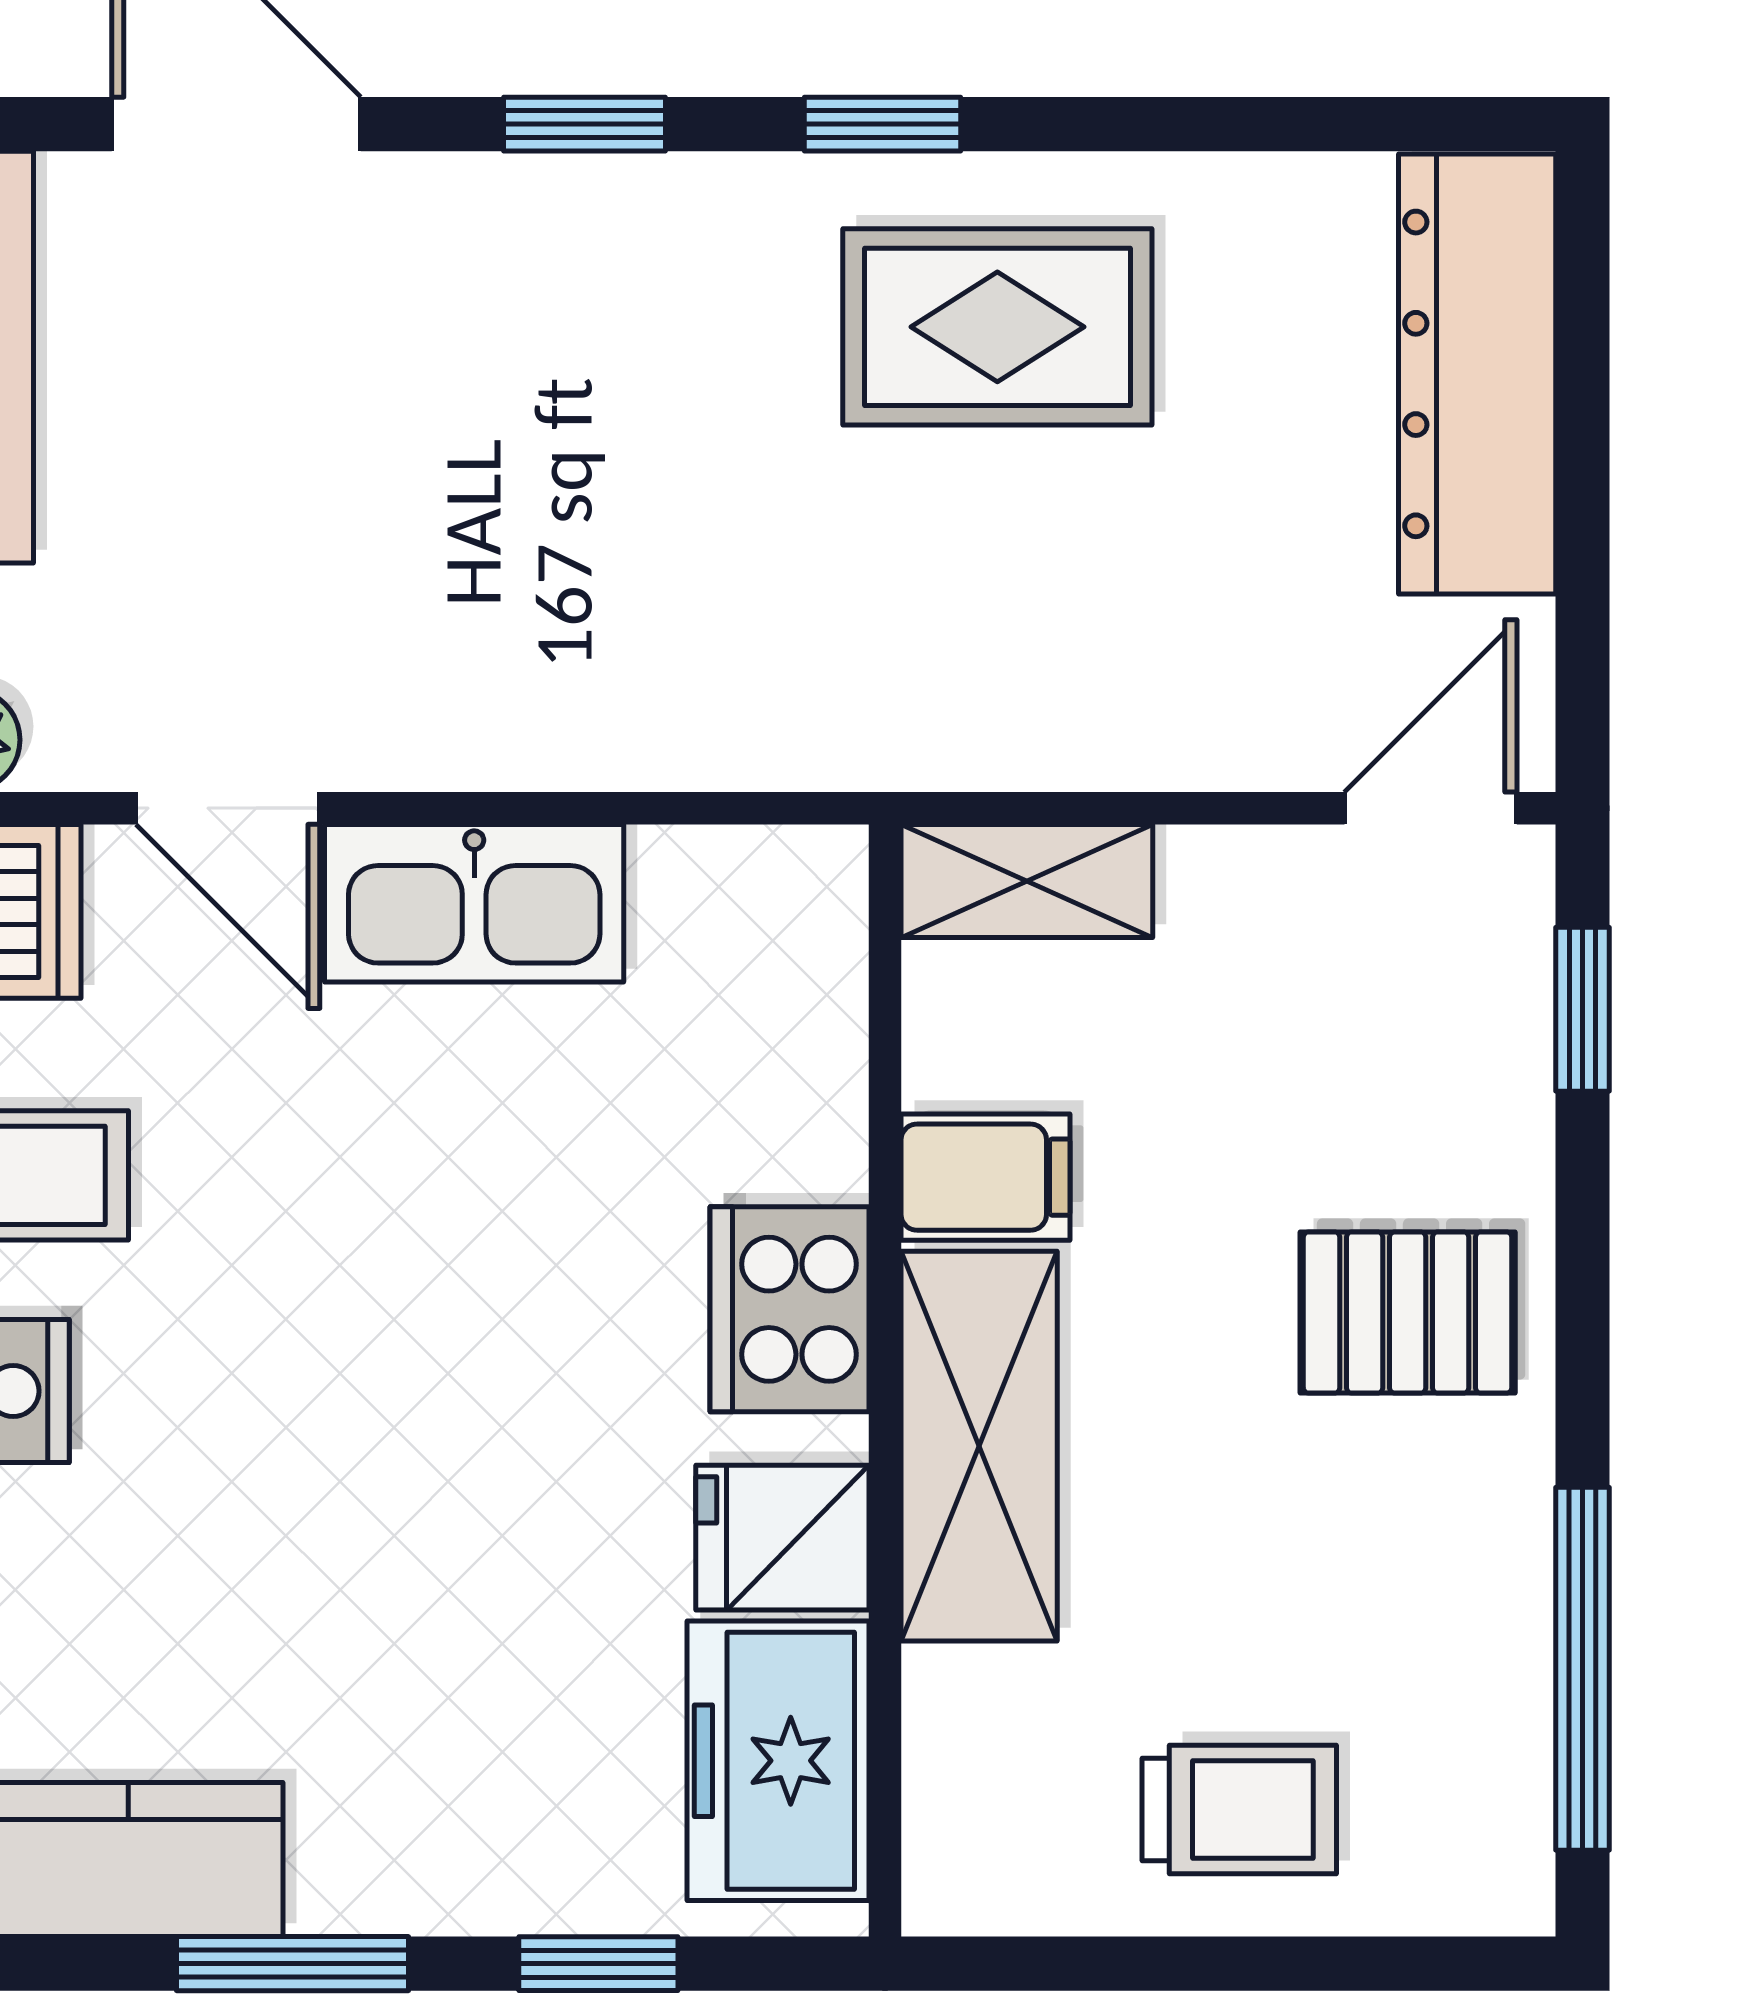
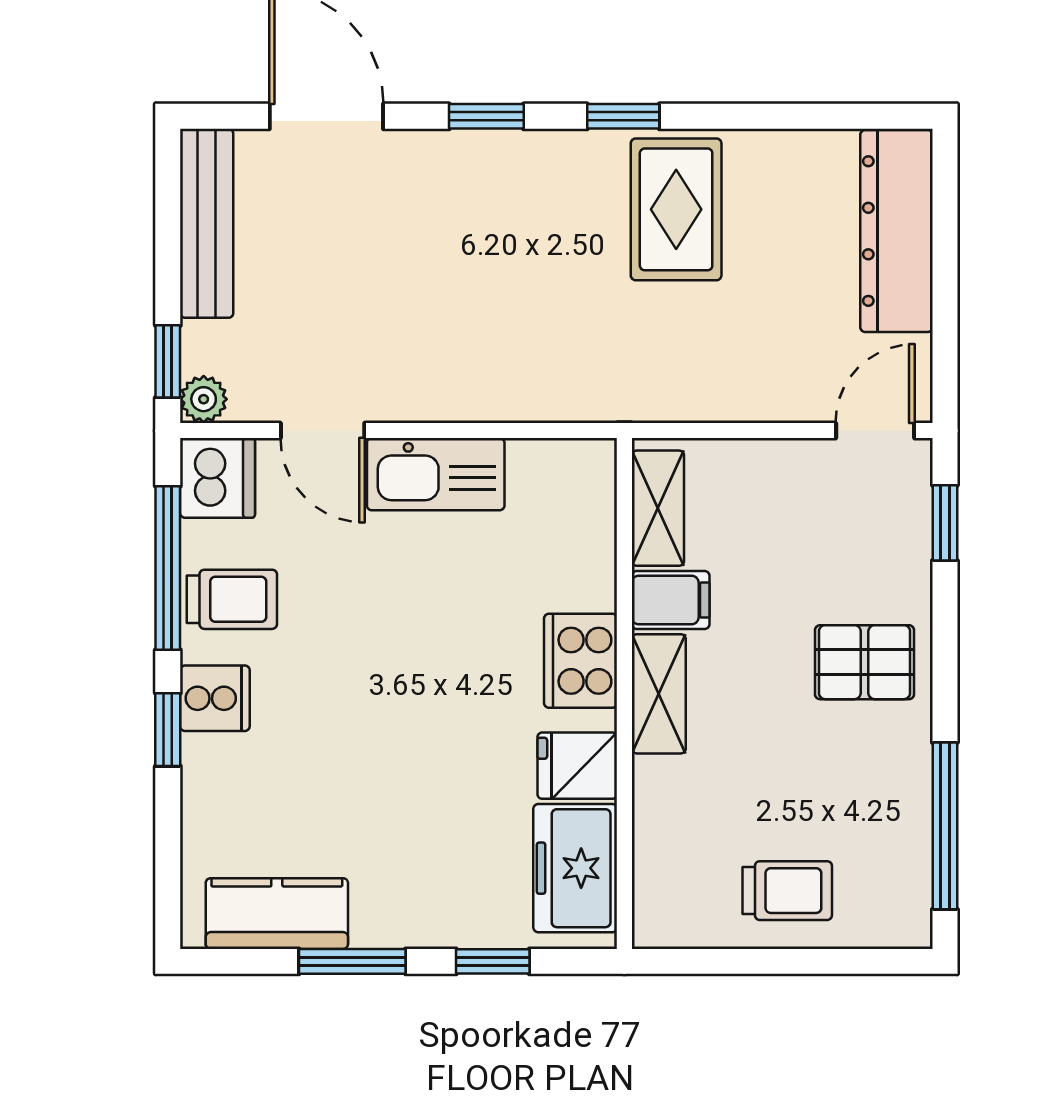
rug: (997, 327) -> (676, 209), turned 90
shelving: (1027, 881) -> (658, 508), moved, turned 90
shelving: (979, 1446) -> (659, 694), width x0.67, depth x0.75

